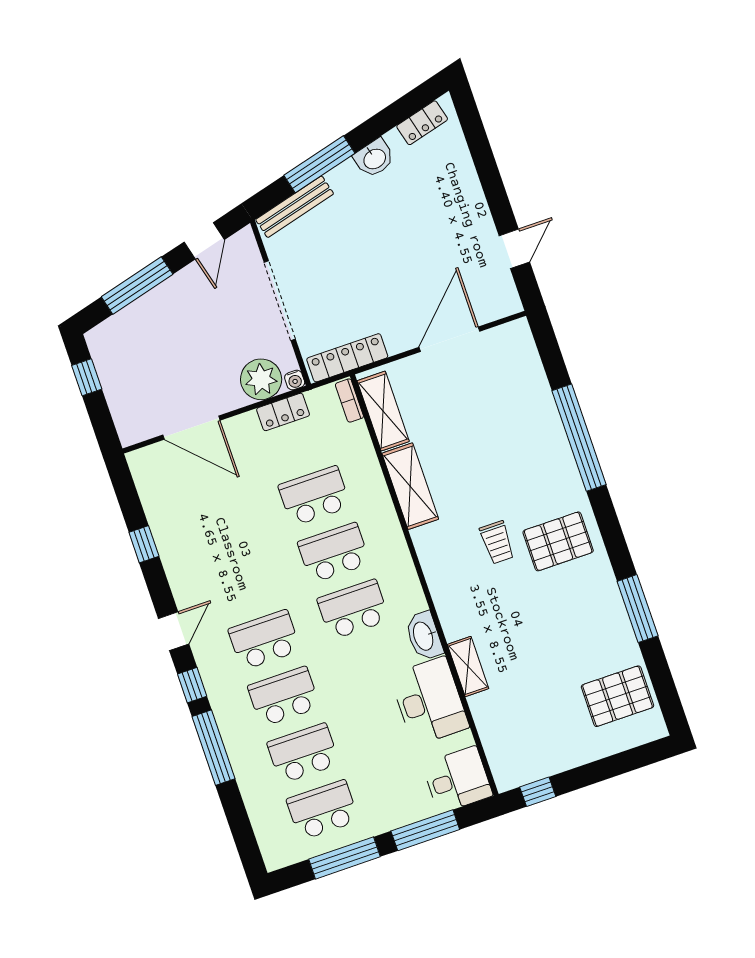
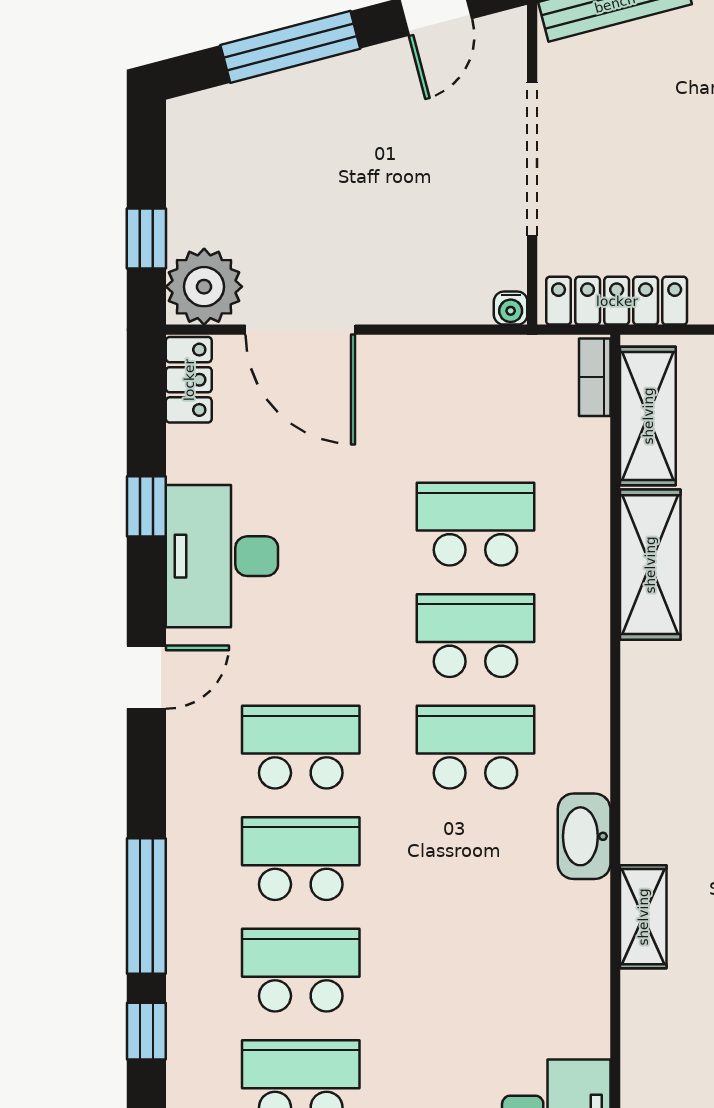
window: (87, 377) -> (146, 239), moved
plant: (261, 379) -> (204, 287), moved
locker: (283, 412) -> (189, 380), moved, turned -90
window: (192, 685) -> (146, 1031), moved
desk: (429, 701) -> (222, 556), moved, turned 180

